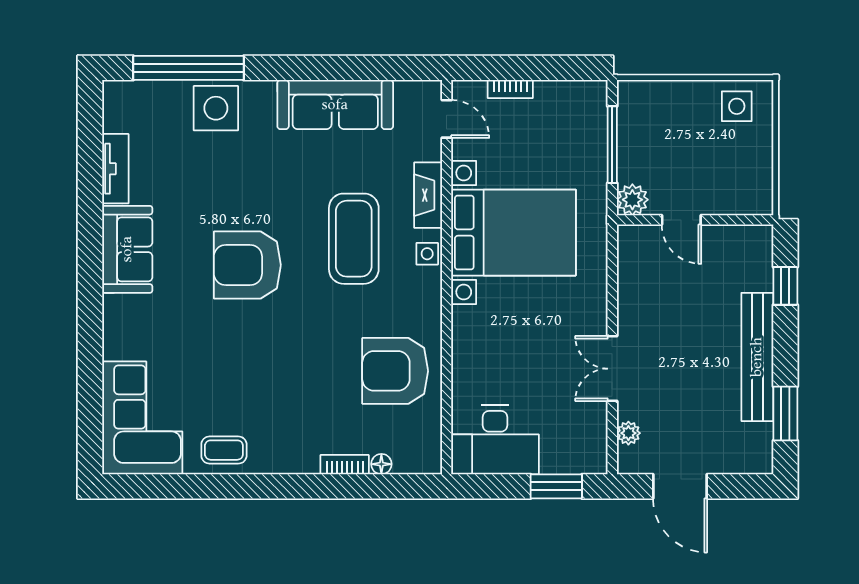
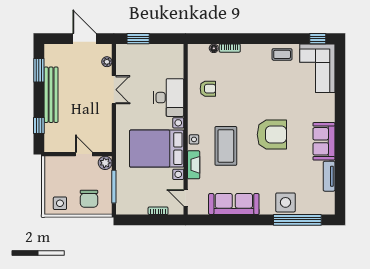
chair: (670, 117) -> (89, 199), added
armchair: (395, 371) -> (208, 89), width x0.53, depth x0.53
desk: (495, 440) -> (169, 98), moved, turned 90
window: (142, 486) -> (318, 39), added

